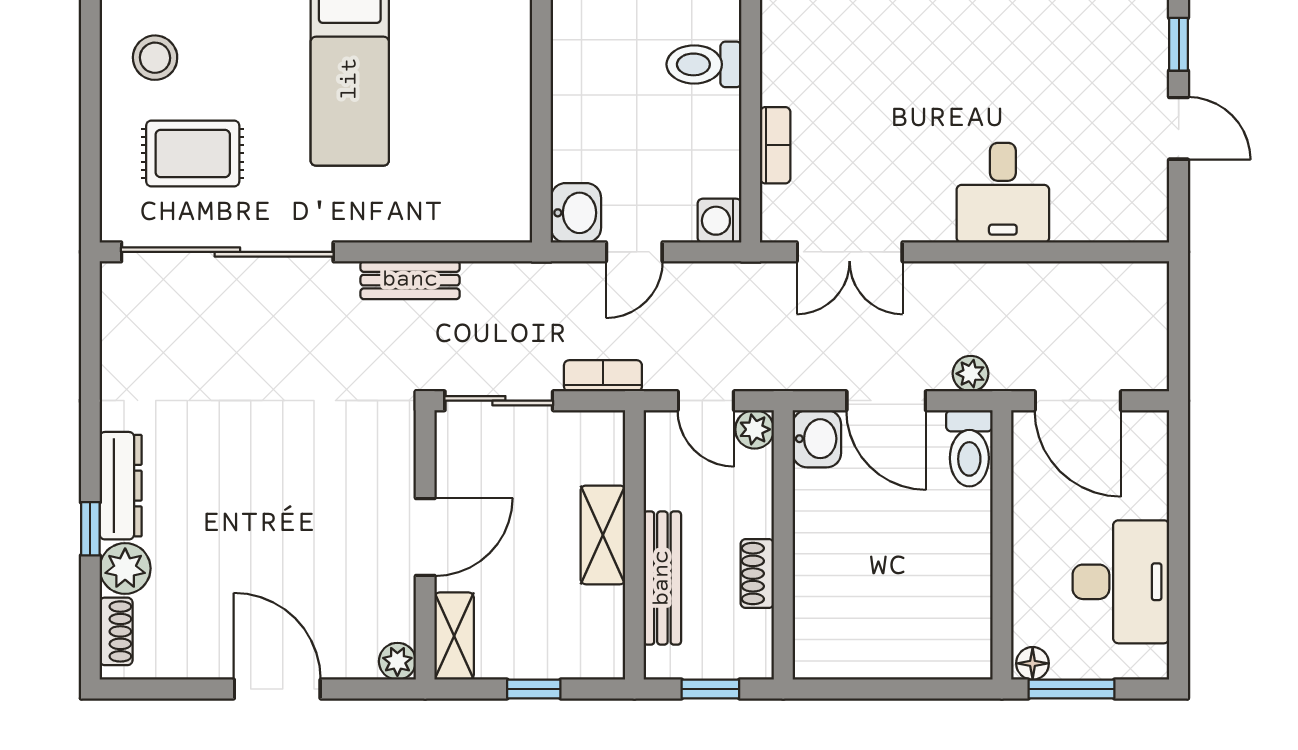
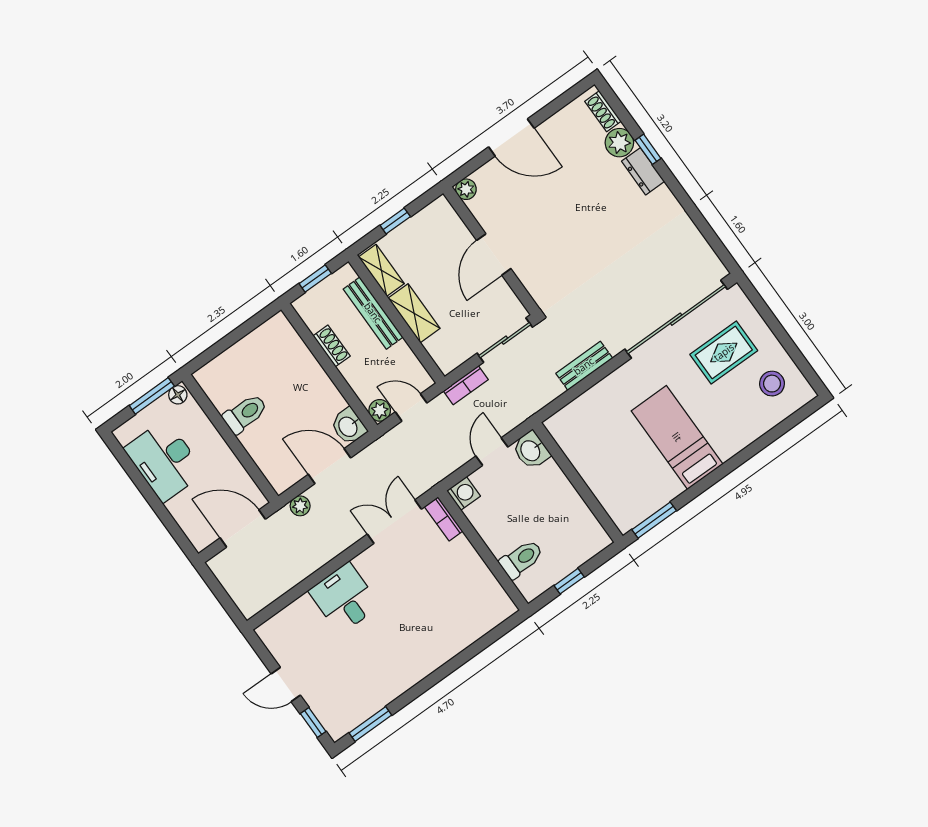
bookcase: (775, 145) -> (444, 519), moved
toilet: (969, 448) -> (245, 414), moved, turned 90
dresser: (121, 486) -> (643, 171), width x0.70
shelving: (454, 636) -> (381, 270), moved

